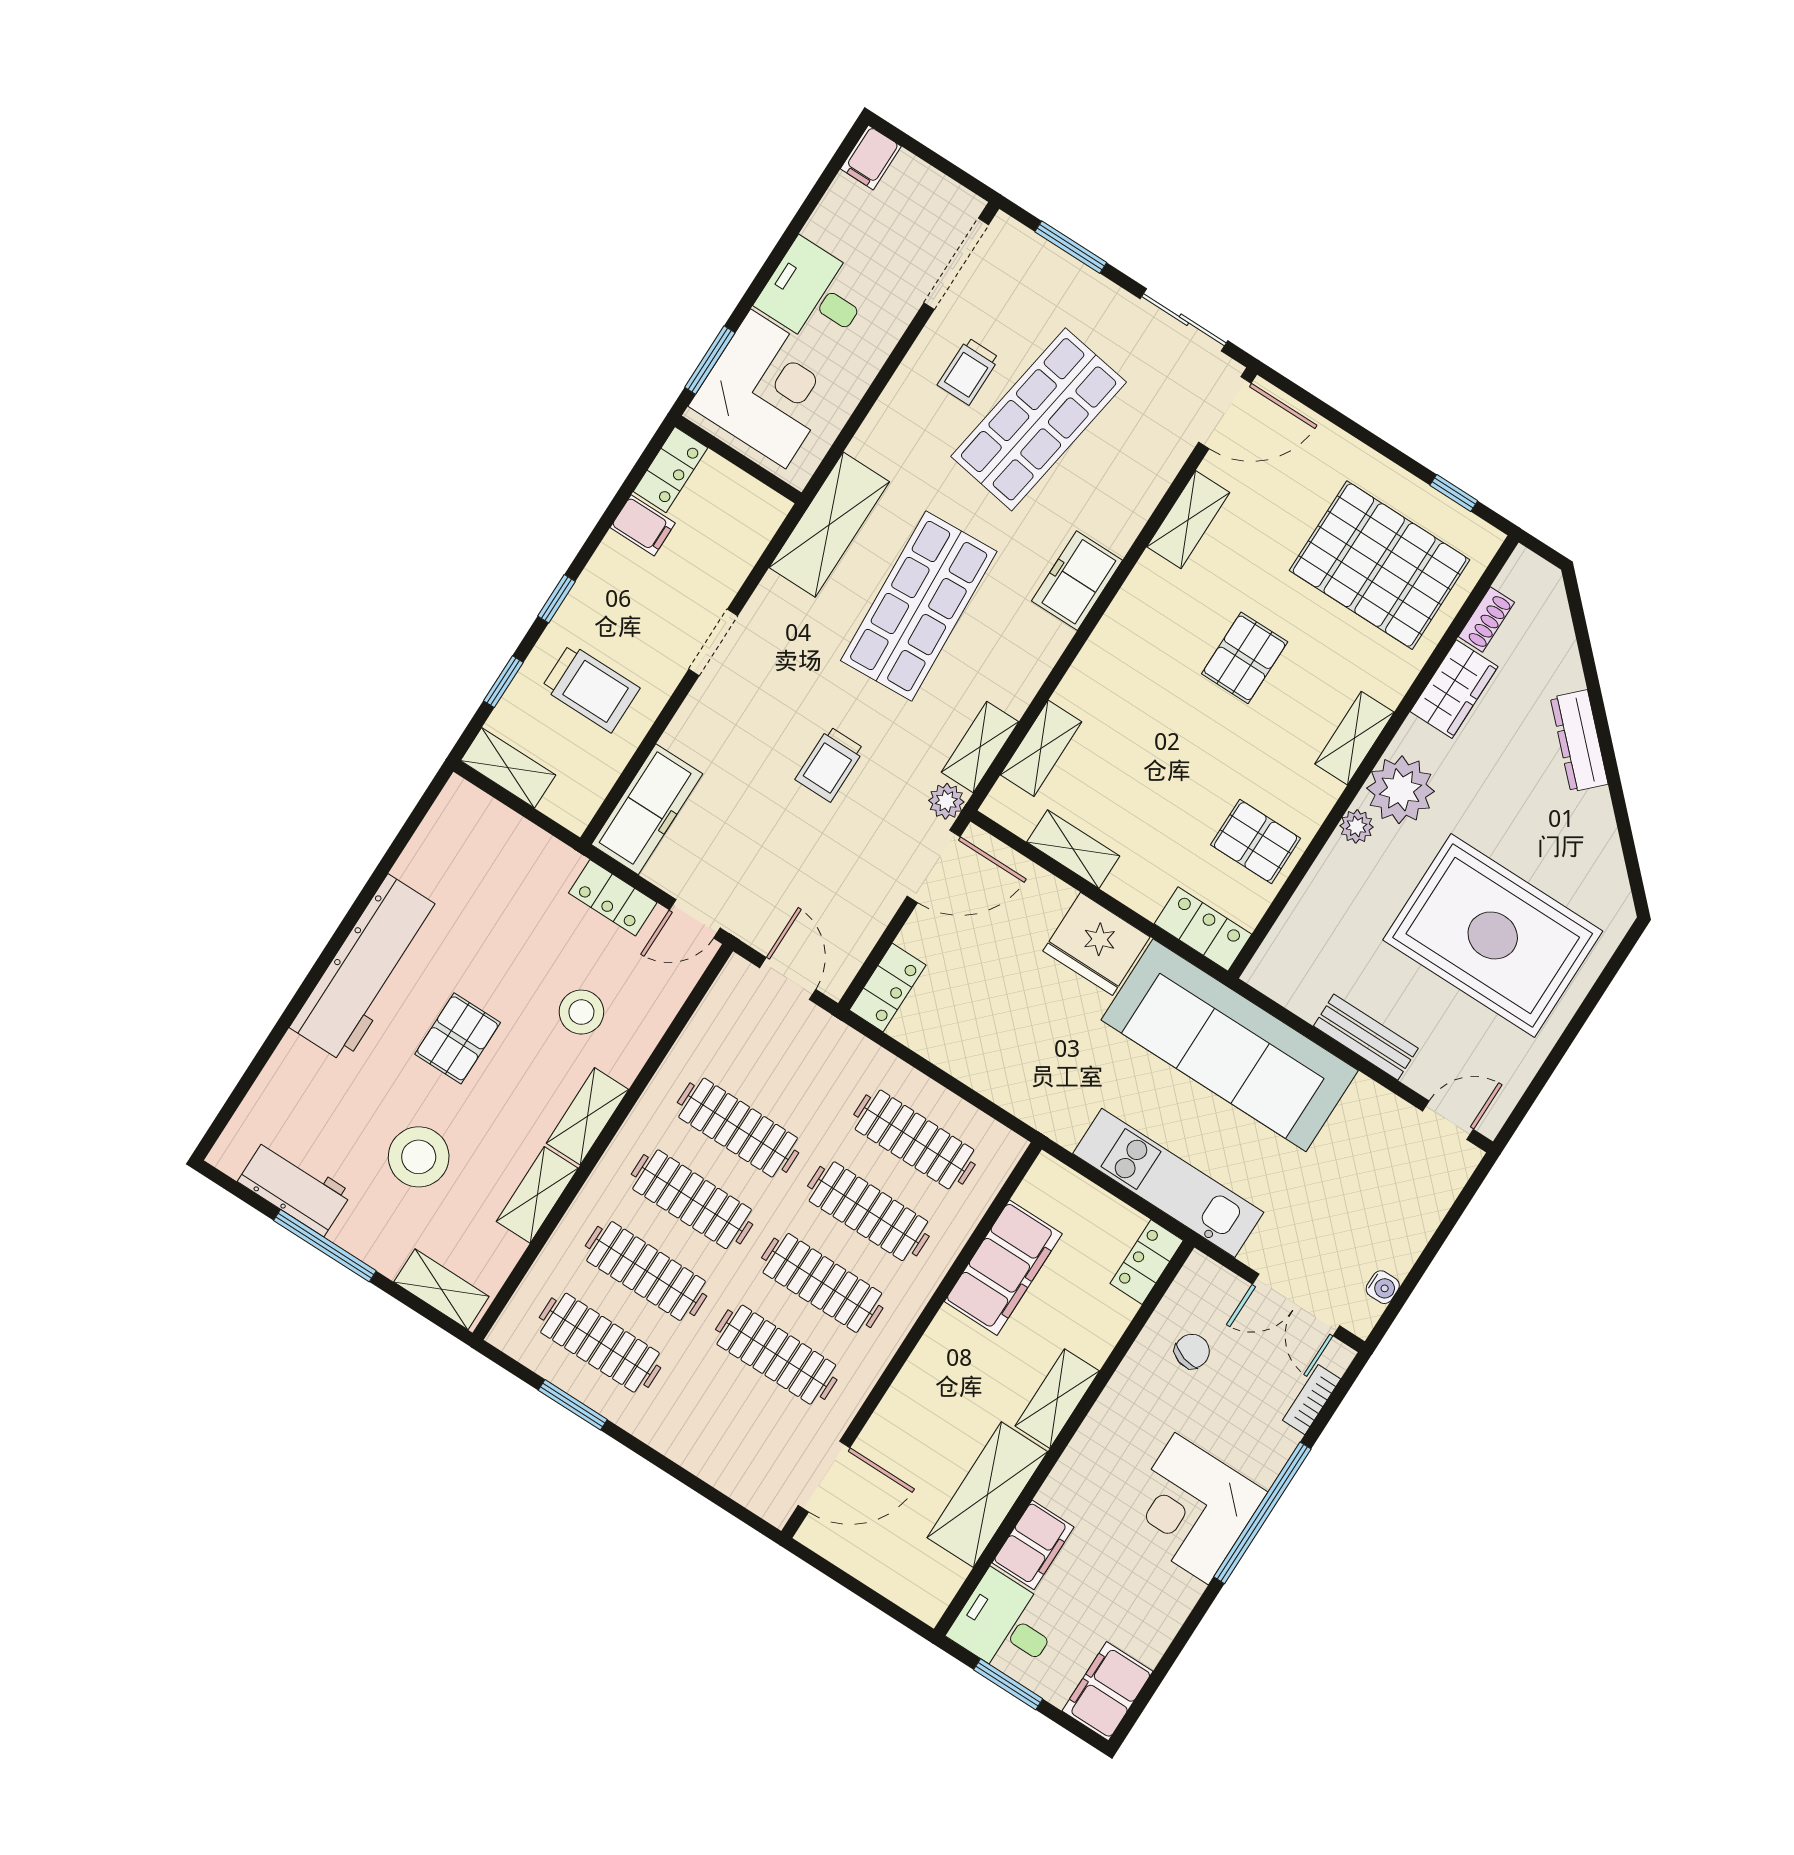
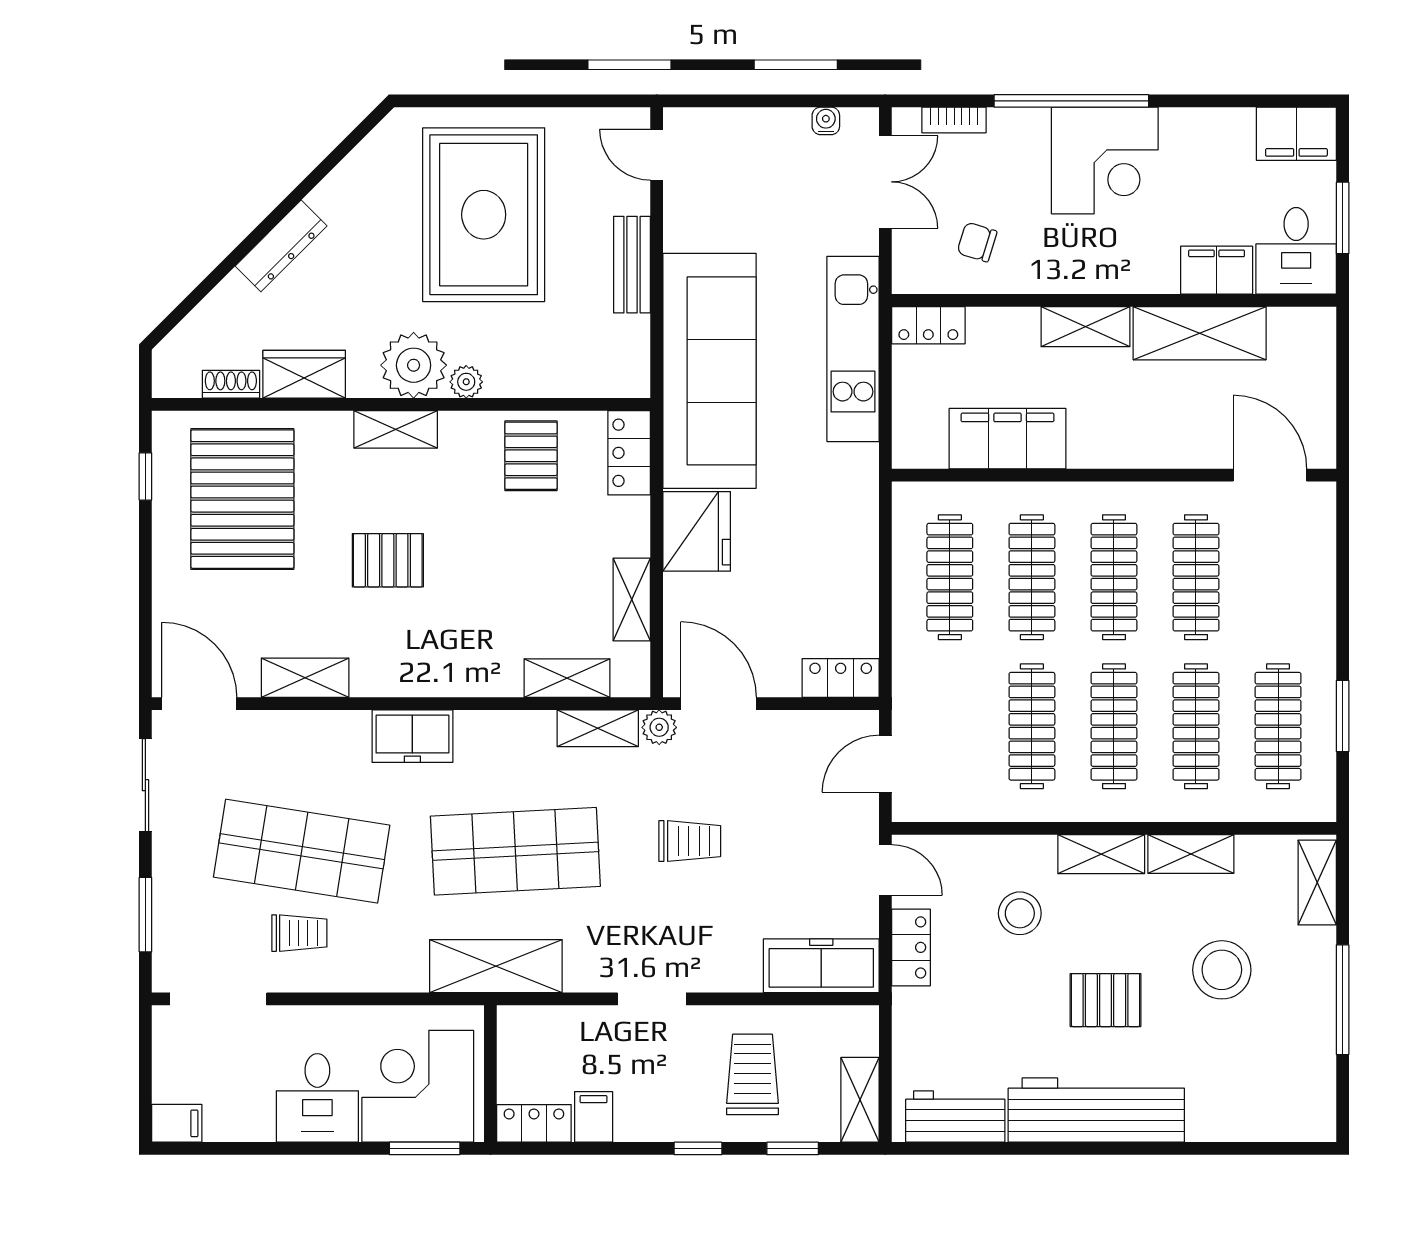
workbench: (295, 1187) -> (955, 1117), moved, turned 90

